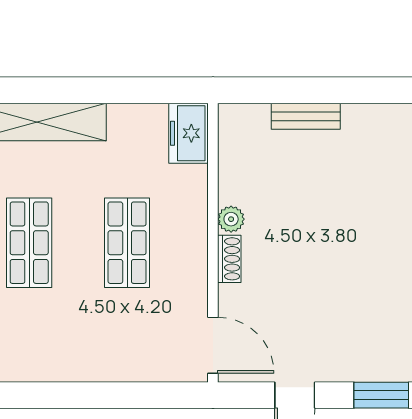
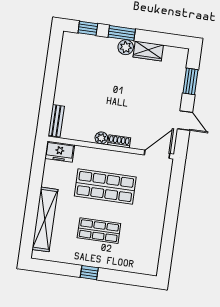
bench: (306, 116) -> (56, 121), moved
shop shelf: (127, 243) -> (105, 186), width x1.43, depth x1.36

